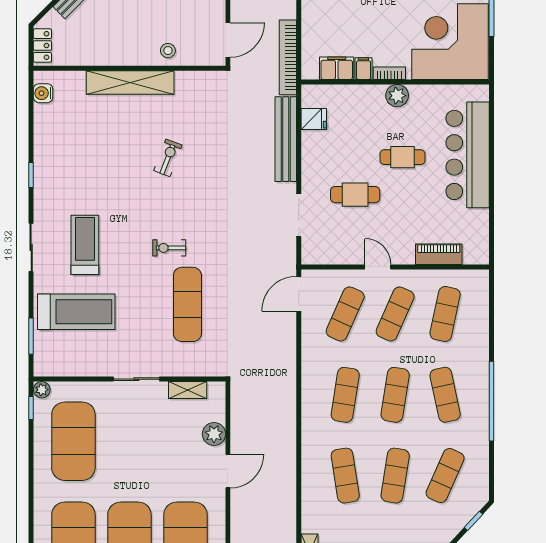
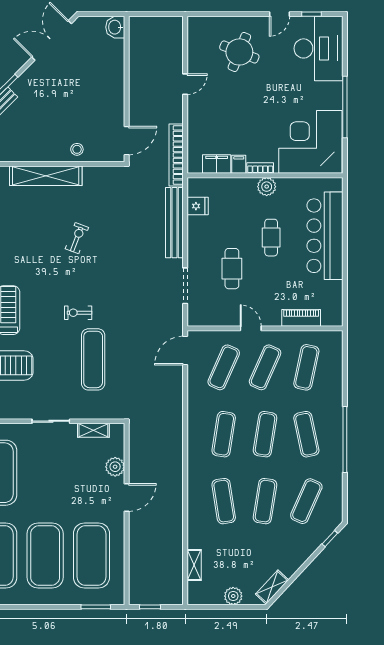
cafe table: (403, 157) -> (271, 238), turned 90
cafe table: (355, 195) -> (232, 269), turned 90

